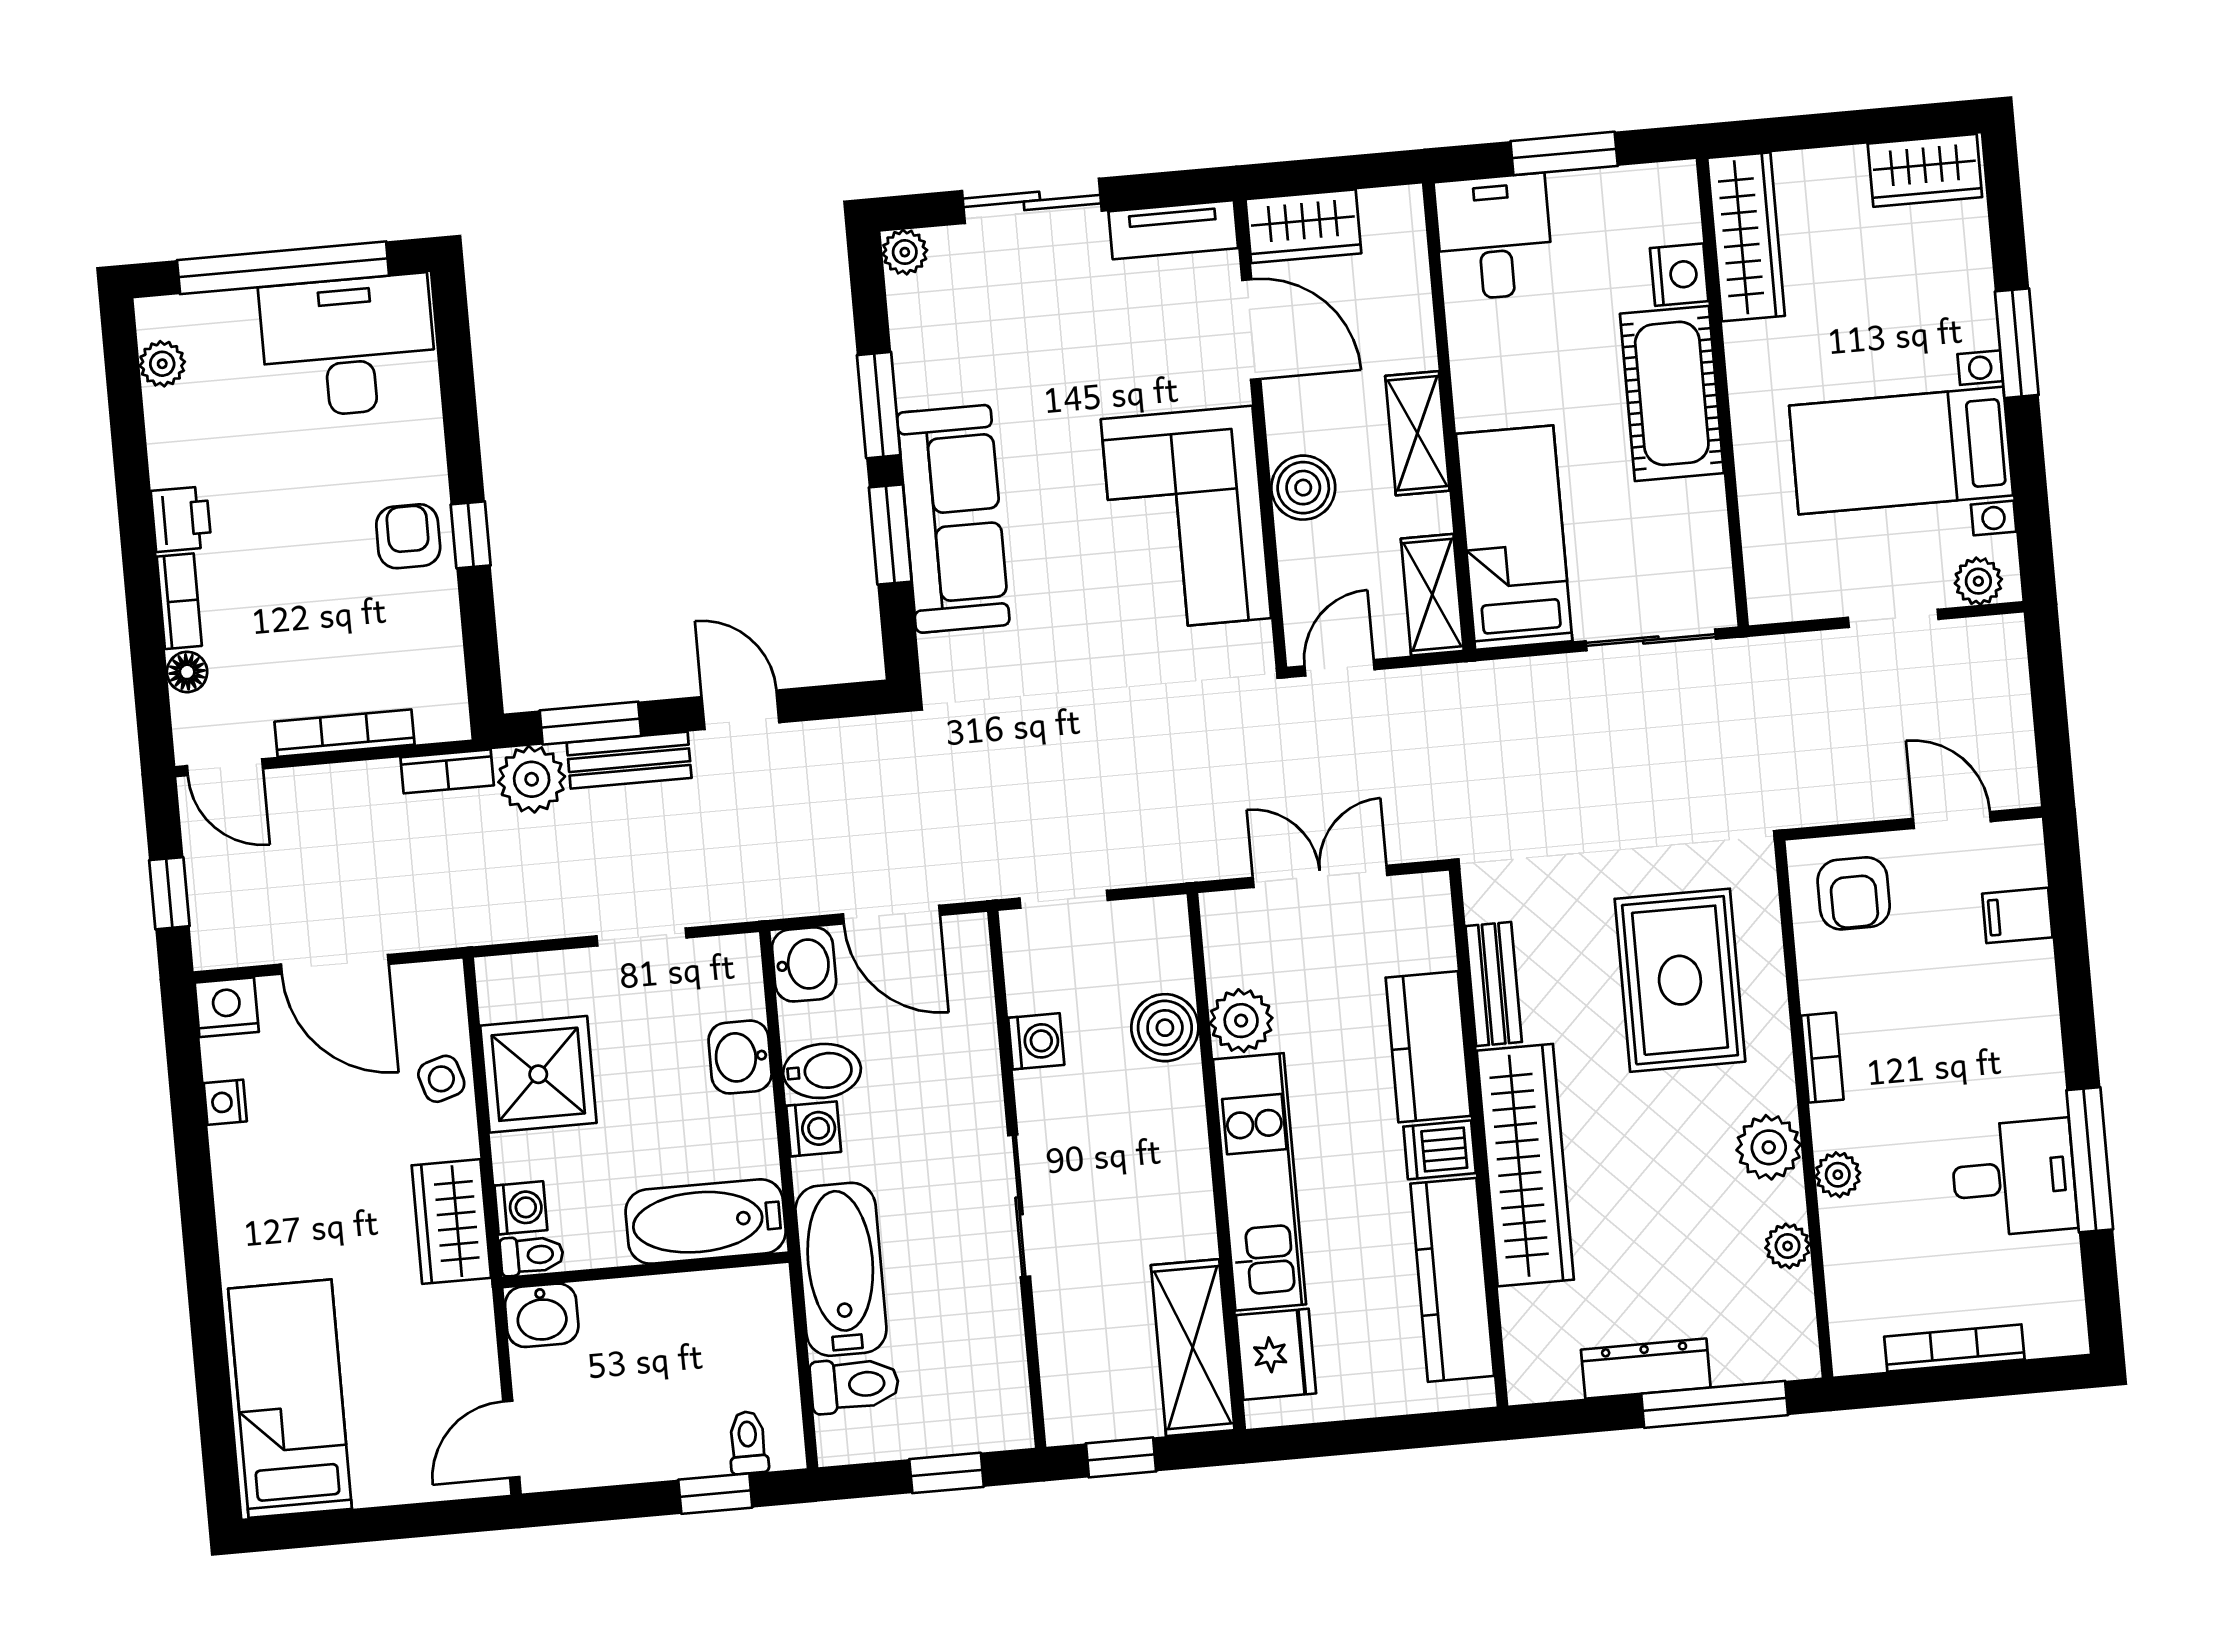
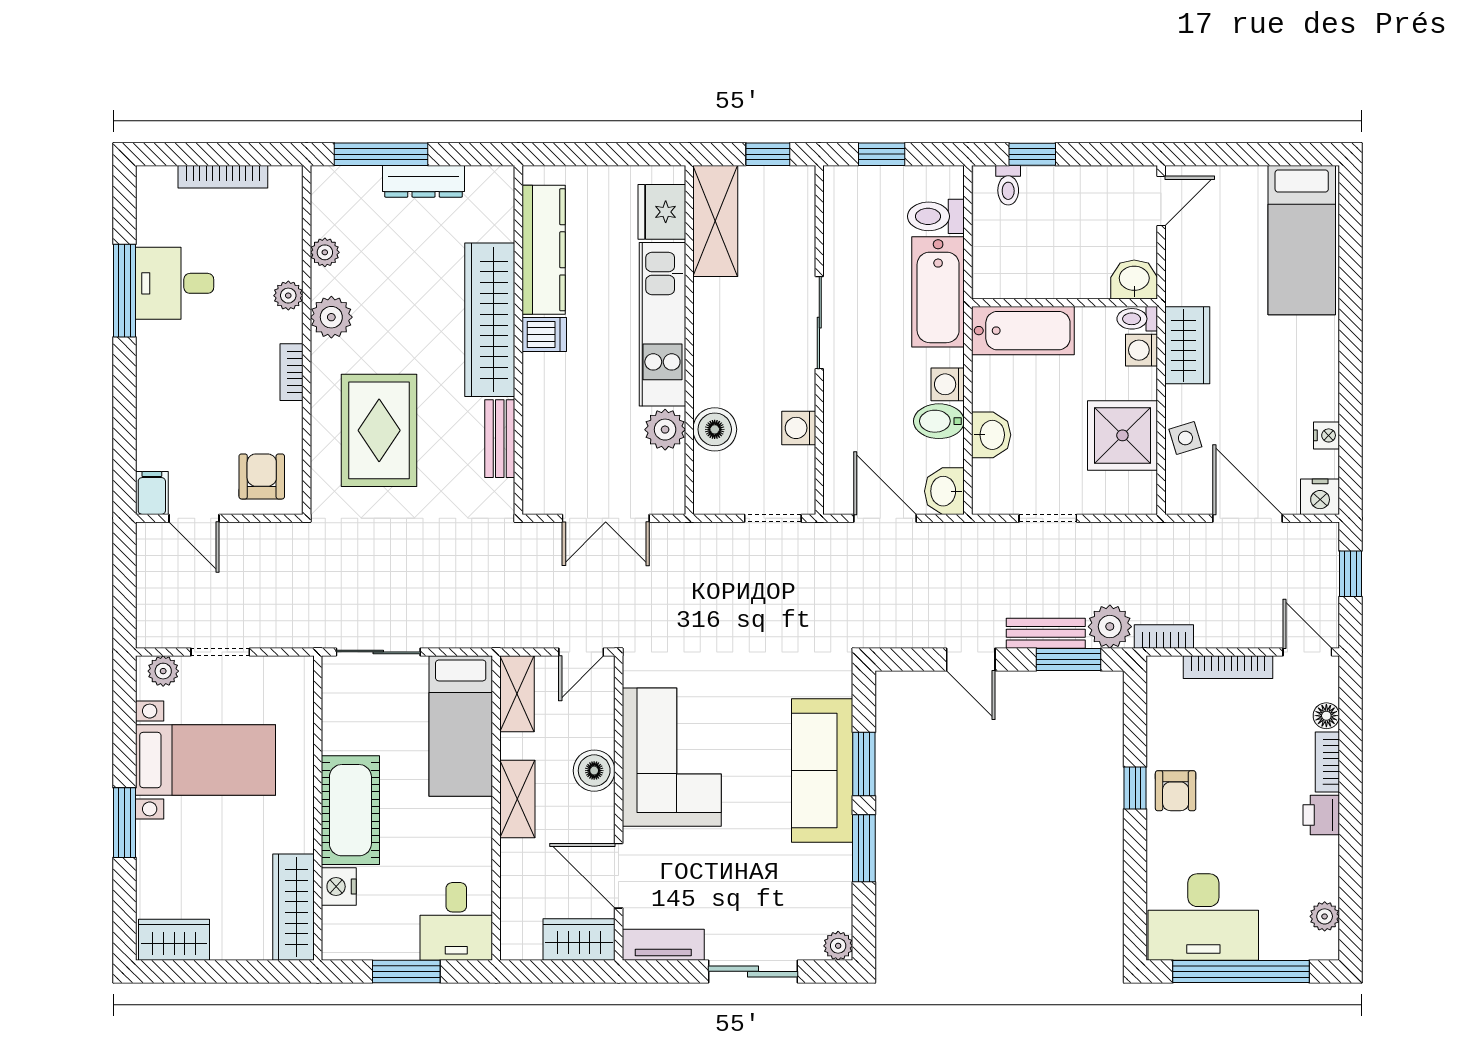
filing cabinet: (2017, 915) -> (152, 493), moved, turned -90
kitchen counter: (1428, 1047) -> (546, 402), removed

